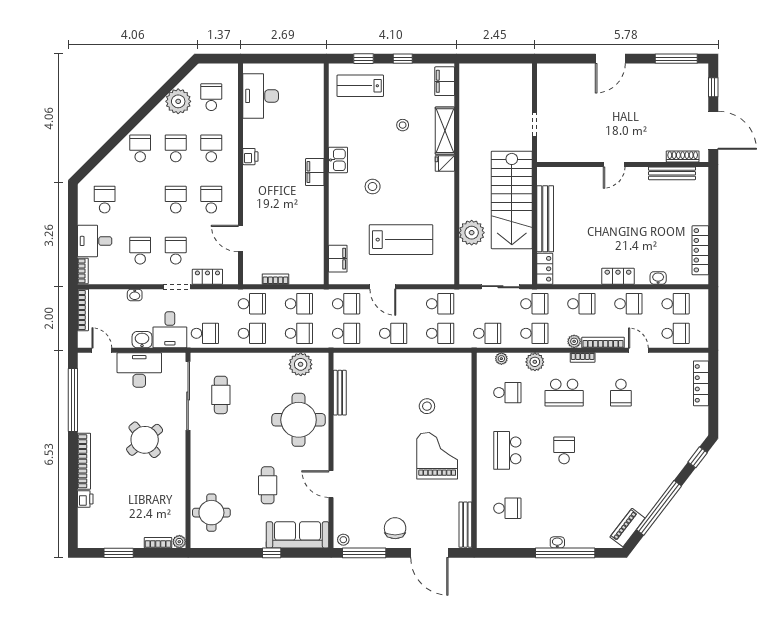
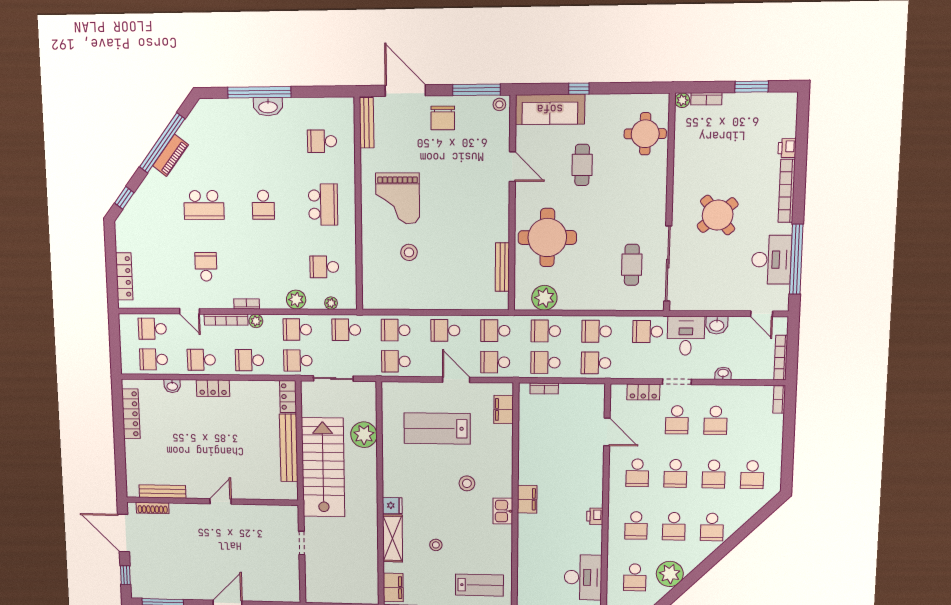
school desk: (140, 200) -> (714, 474), added
desk: (95, 241) -> (765, 431), removed
bookcase: (275, 279) -> (544, 389), moved
desk: (139, 370) -> (771, 260), moved, turned -90
school desk: (564, 393) -> (204, 205), moved, turned 180
piano: (627, 528) -> (171, 155), moved
washbasin: (557, 542) -> (268, 107), width x1.91, depth x1.45

